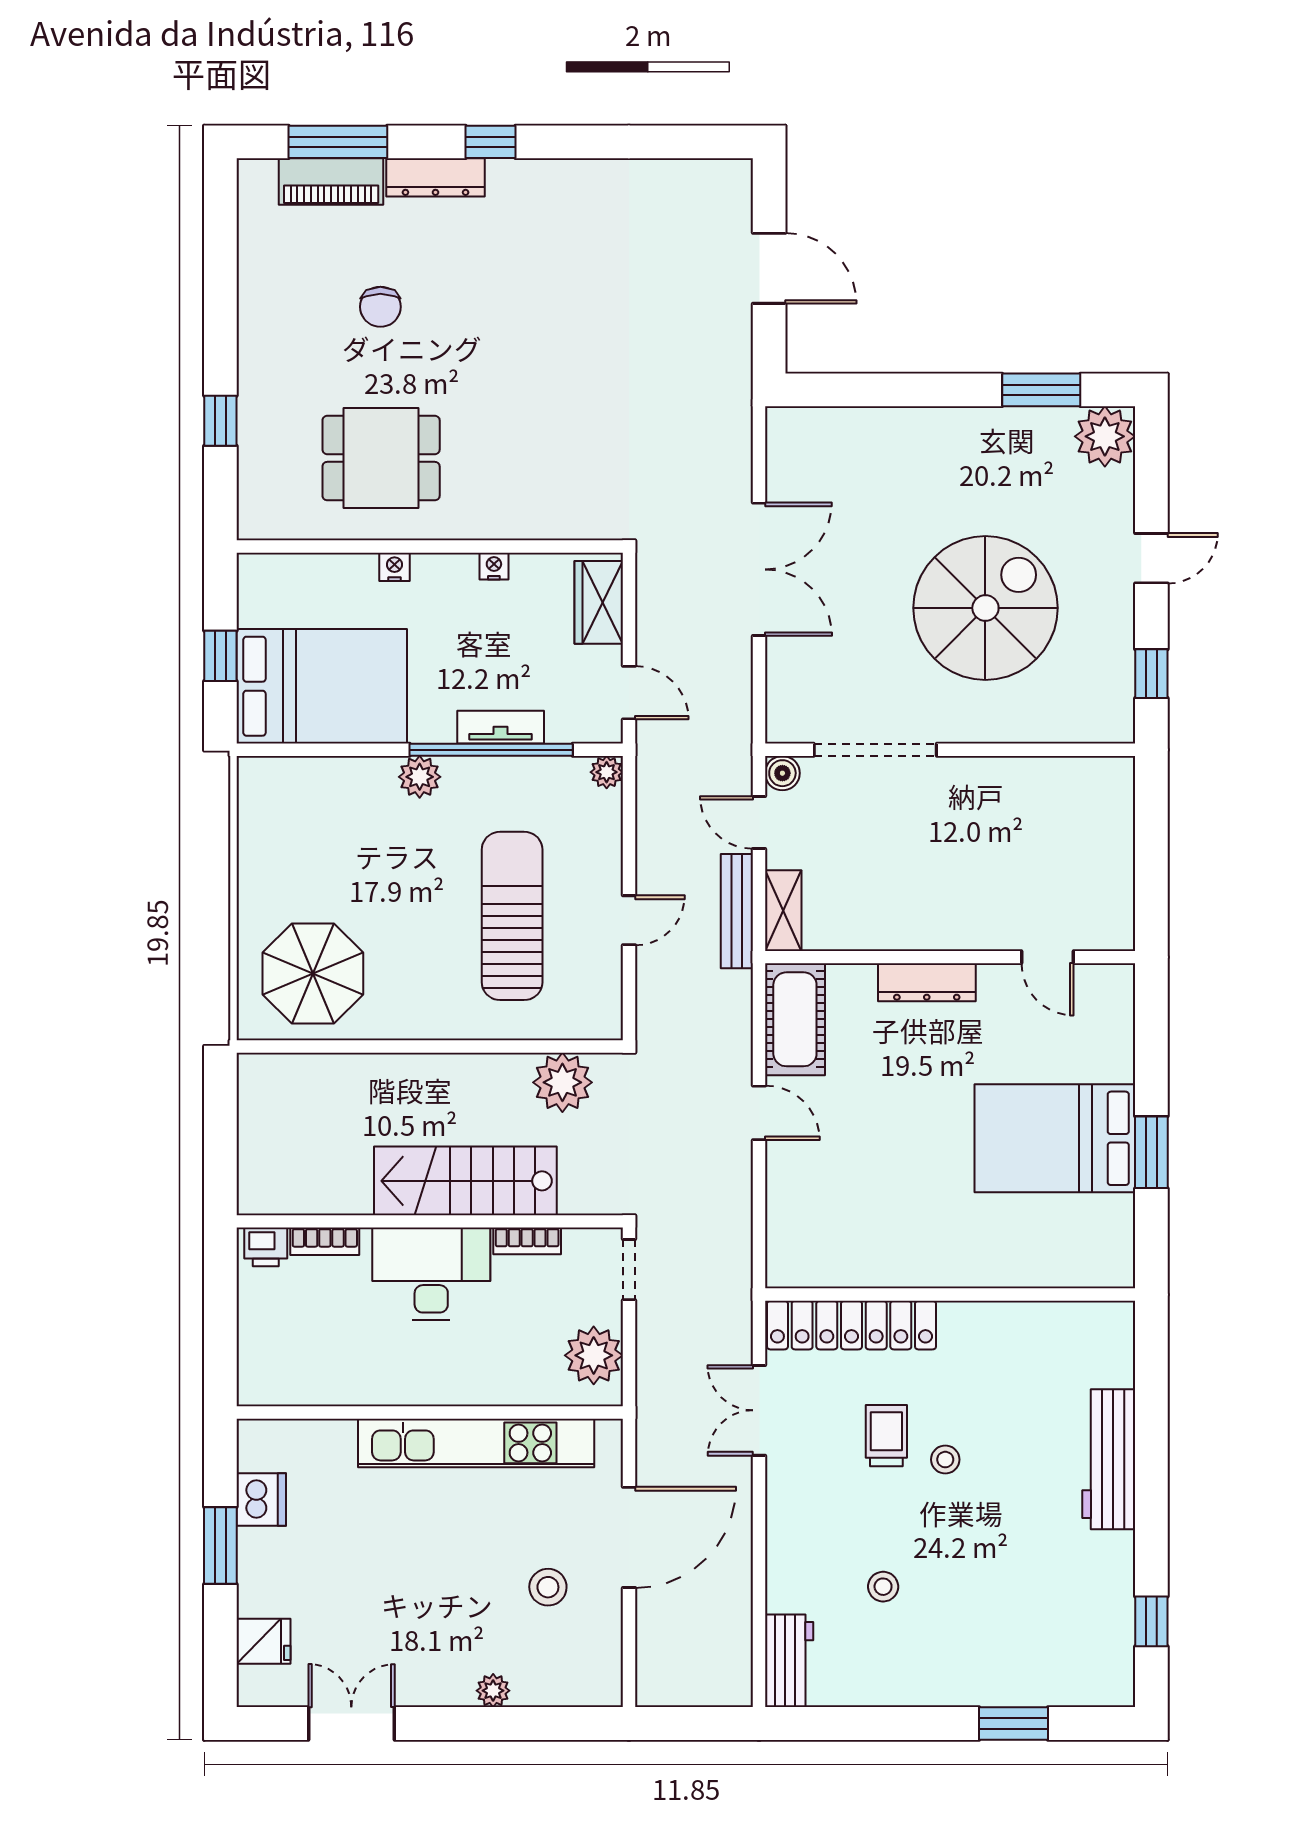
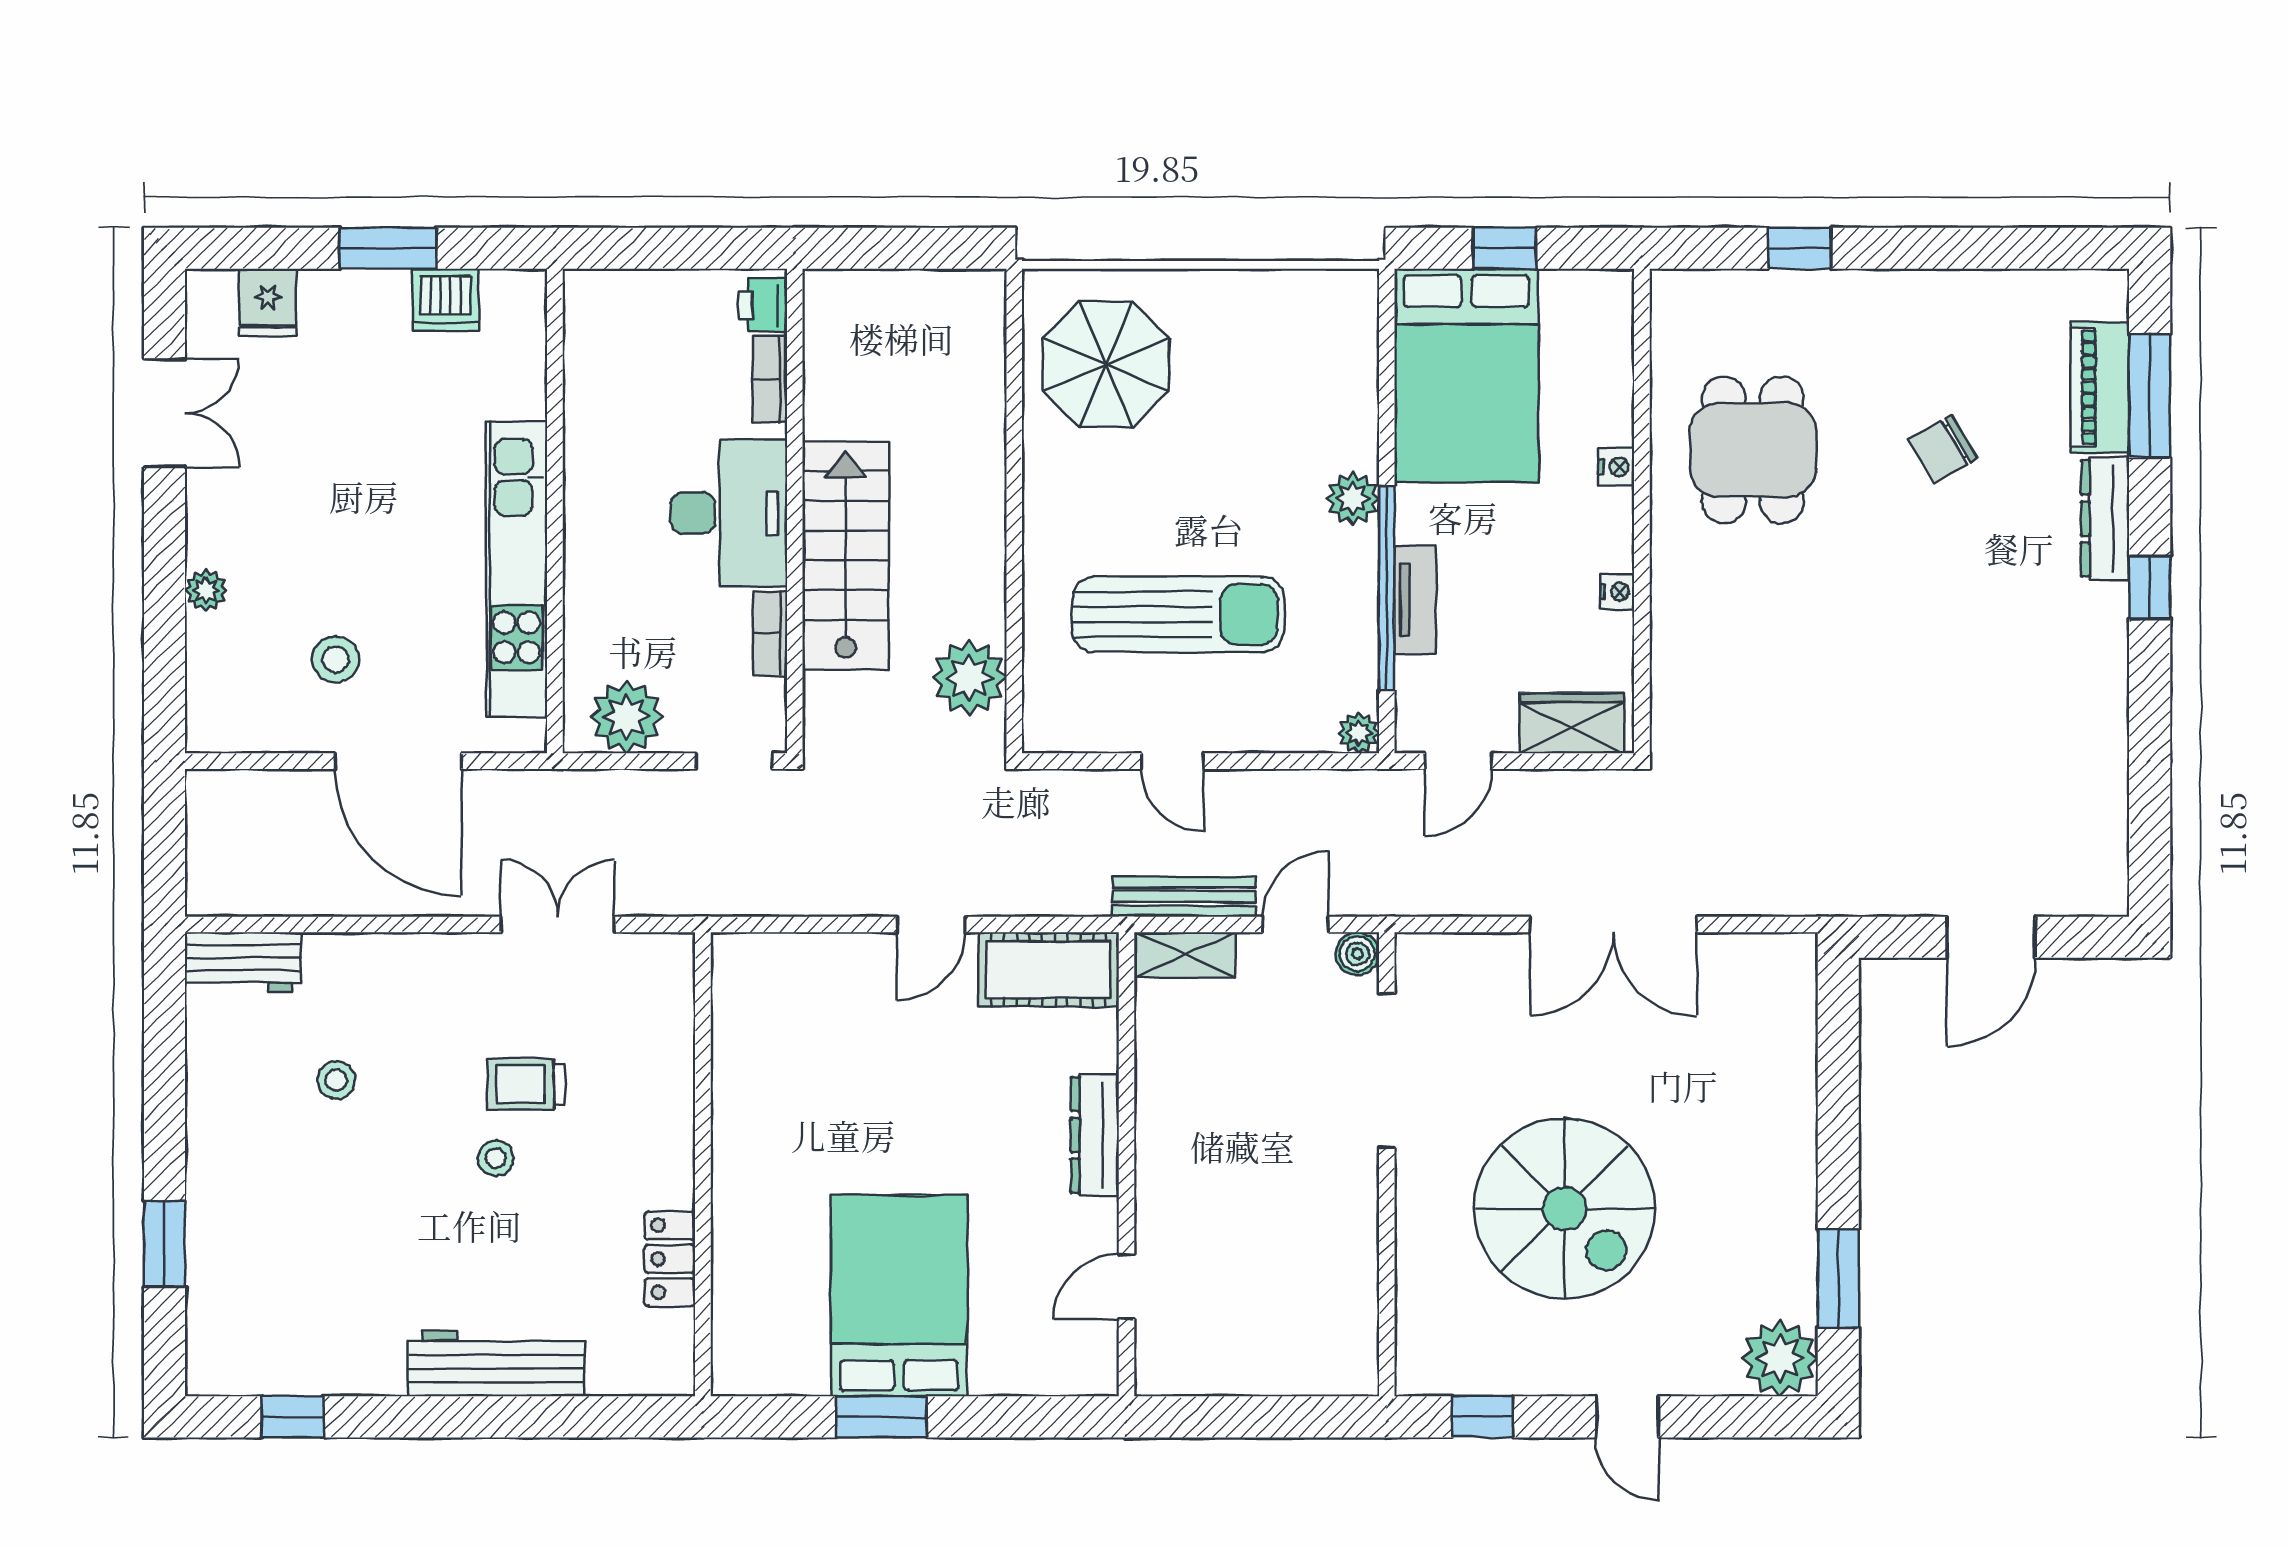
chair: (380, 307) -> (1943, 449), turned -30
locker: (851, 1325) -> (670, 1259), moved, width x0.46, depth x0.83
trolley: (886, 1436) -> (526, 1084), turned 180

